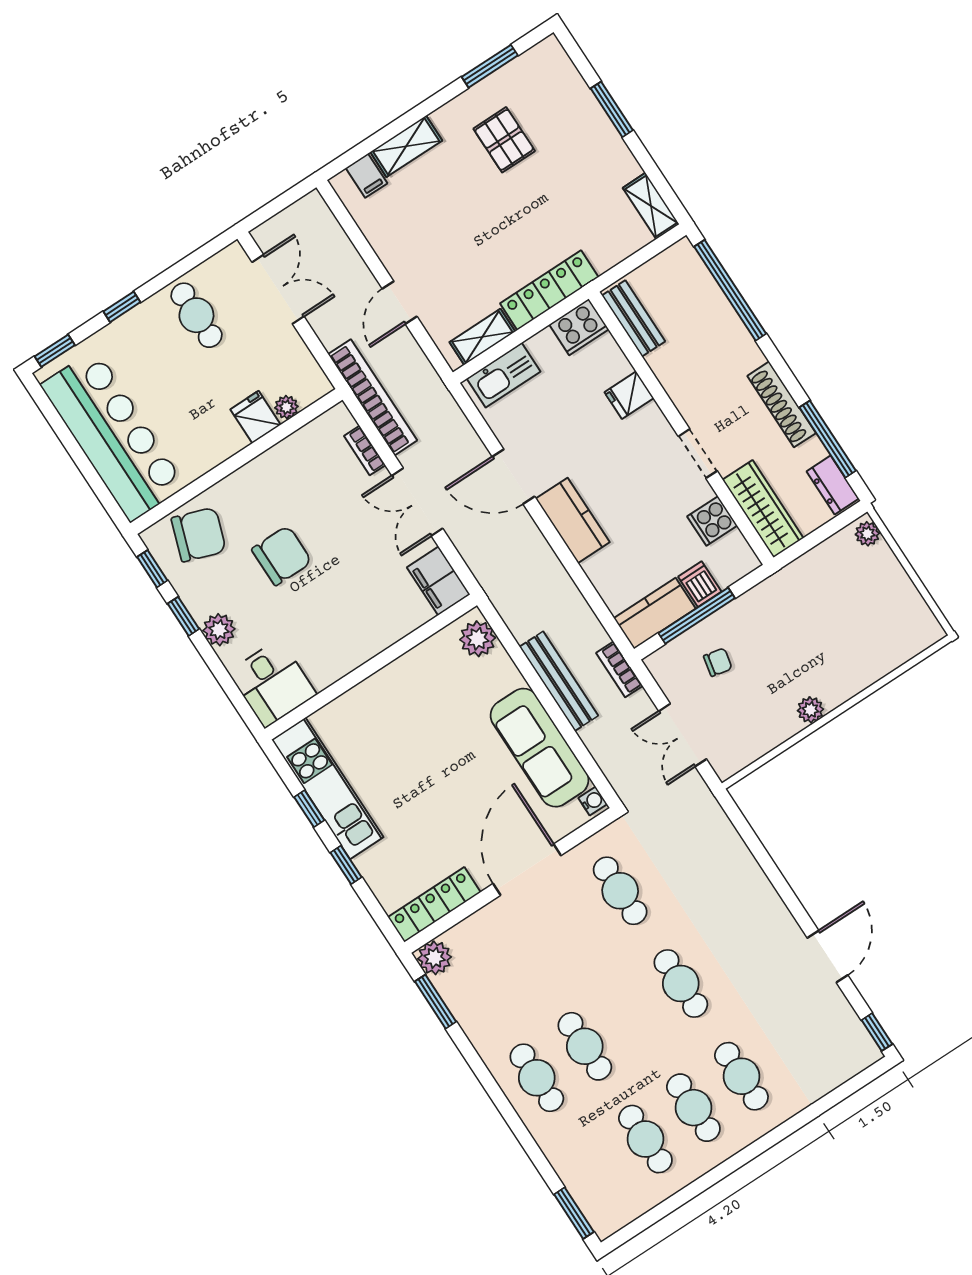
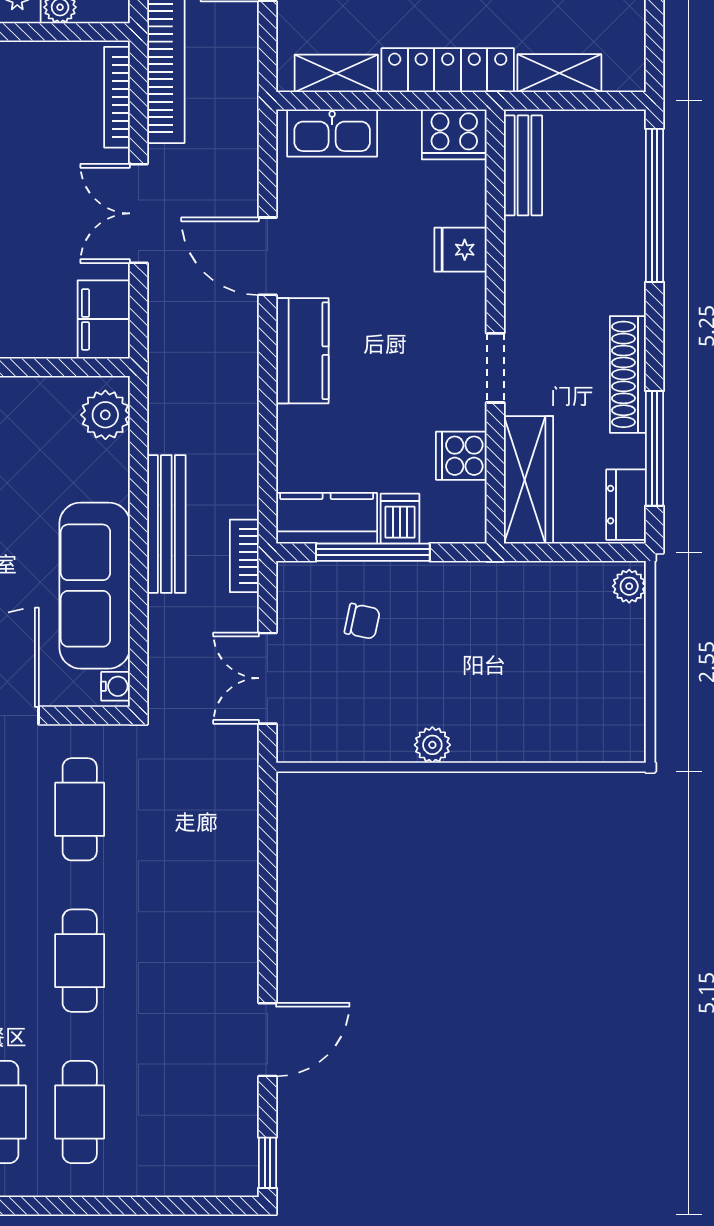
shelving: (651, 206) -> (559, 73), moved, turned 90
bookcase: (365, 451) -> (117, 97), width x1.56

